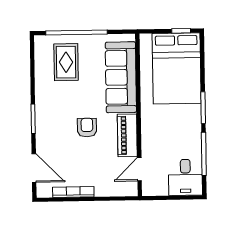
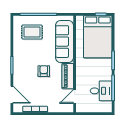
rug: (66, 62) -> (32, 32), turned 90
desk: (185, 177) -> (101, 91), moved, turned -90

